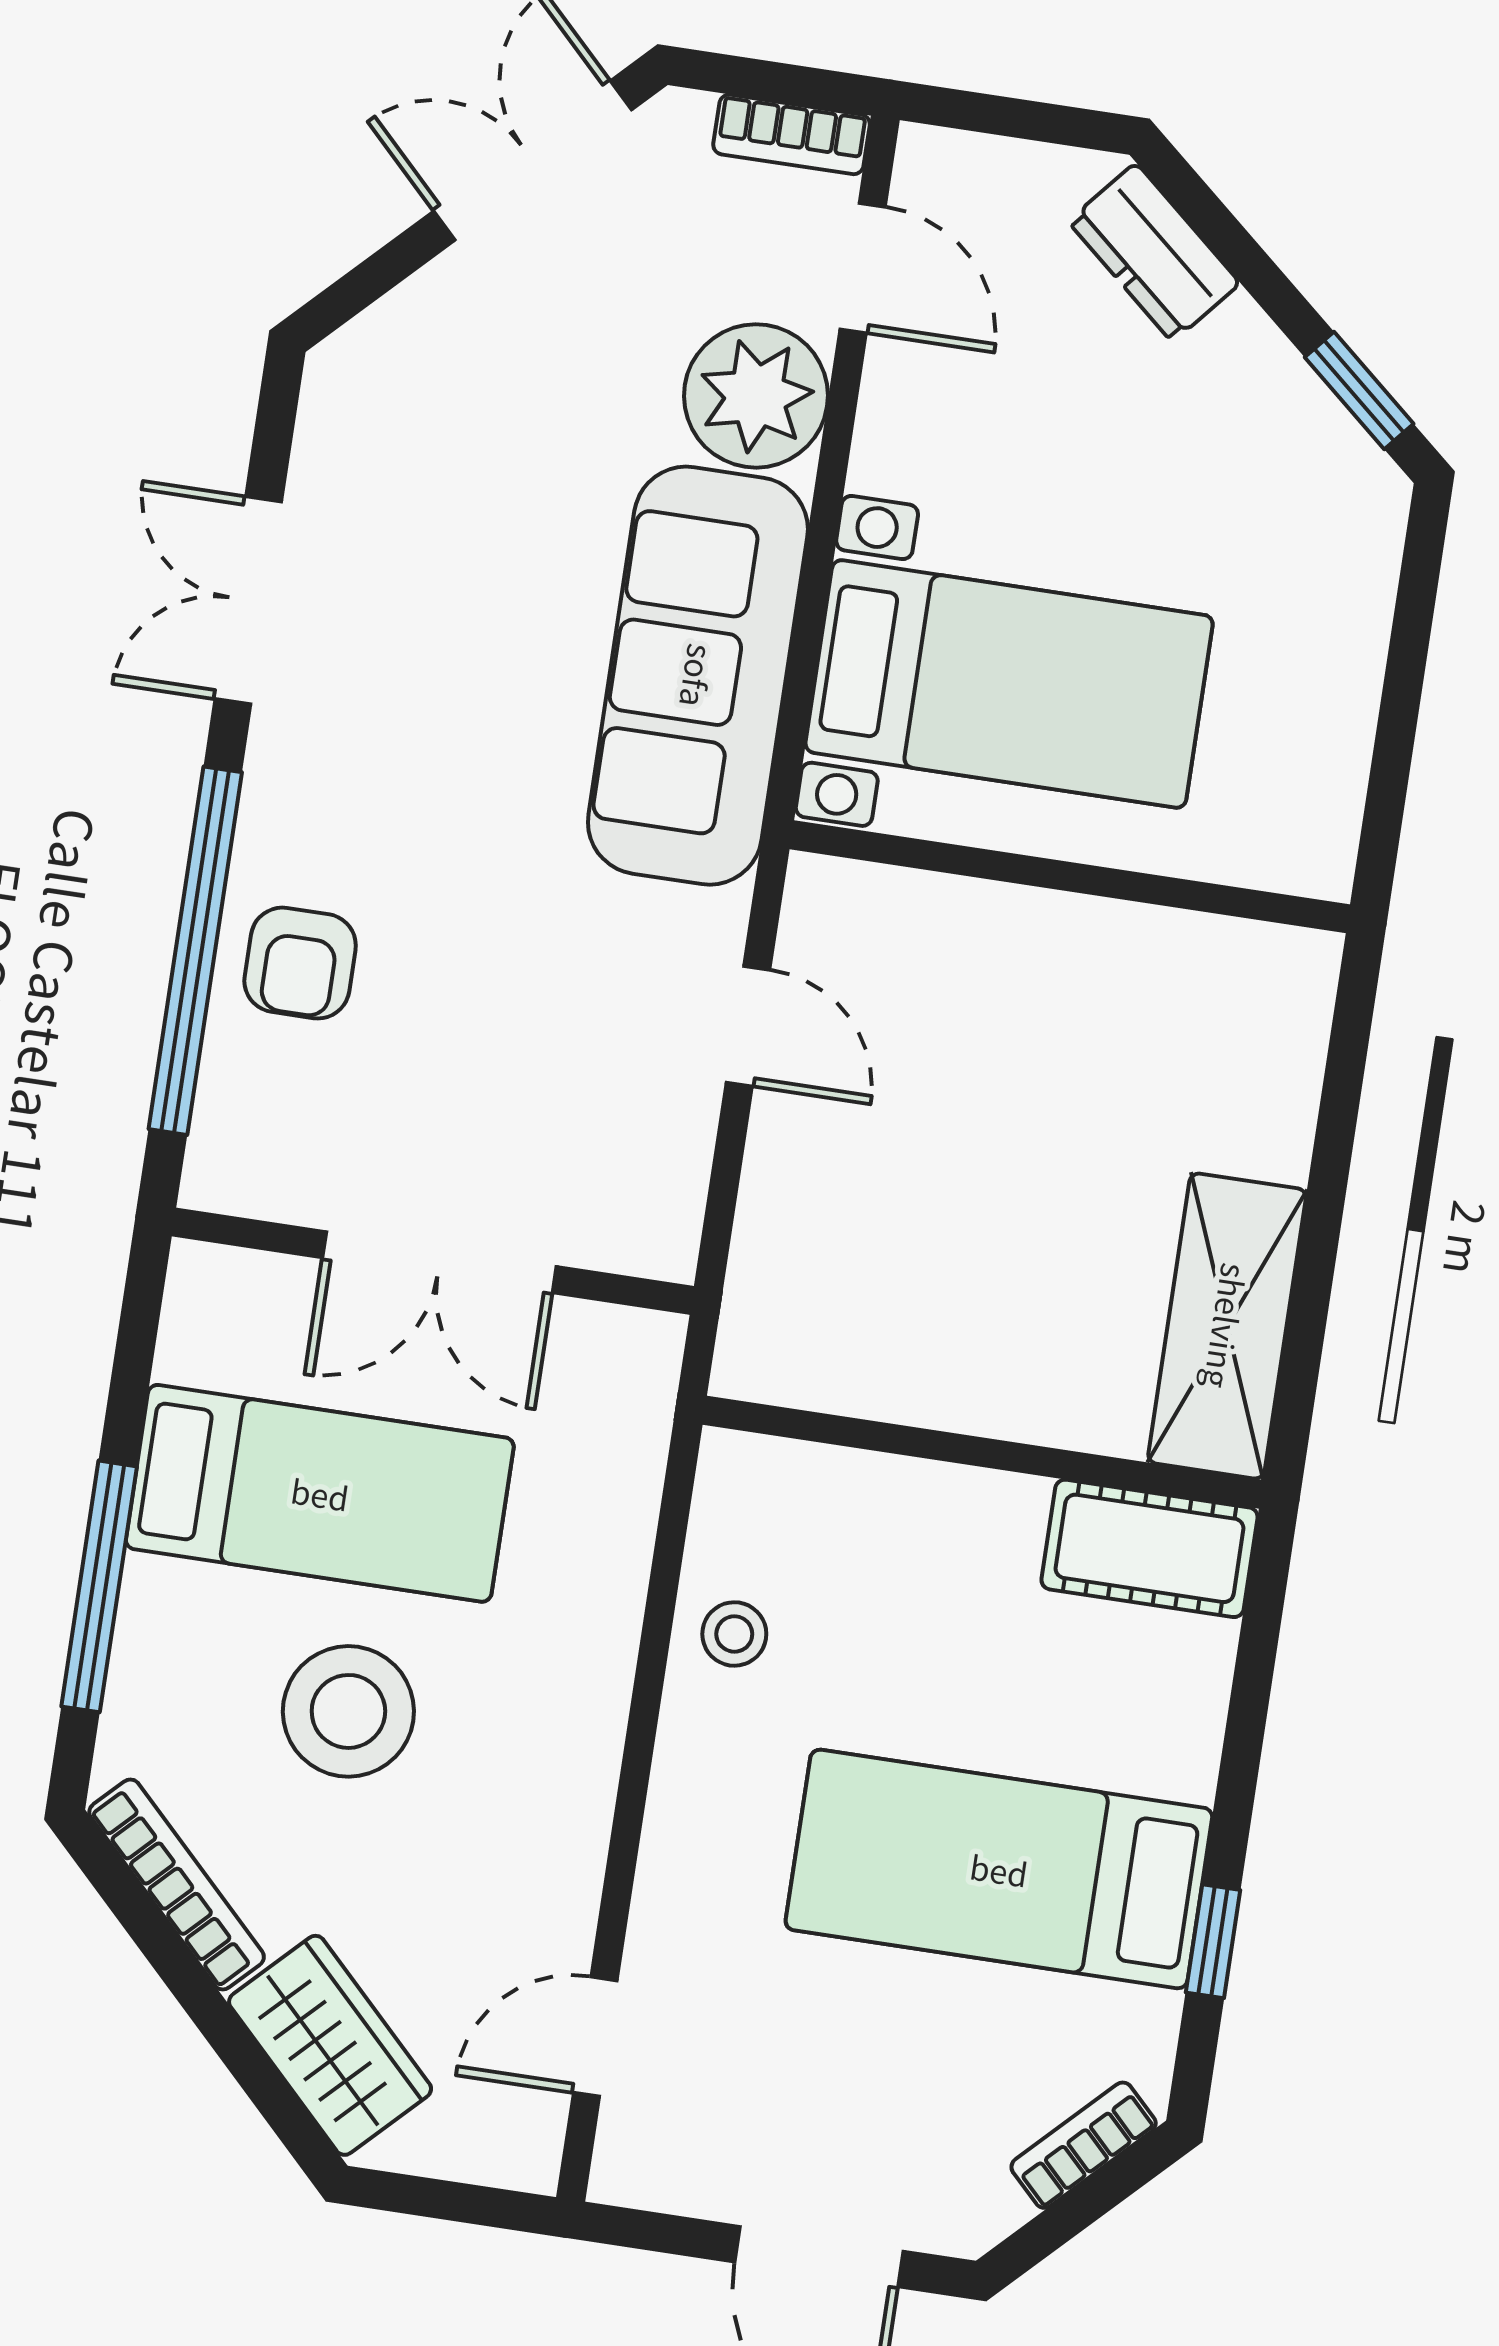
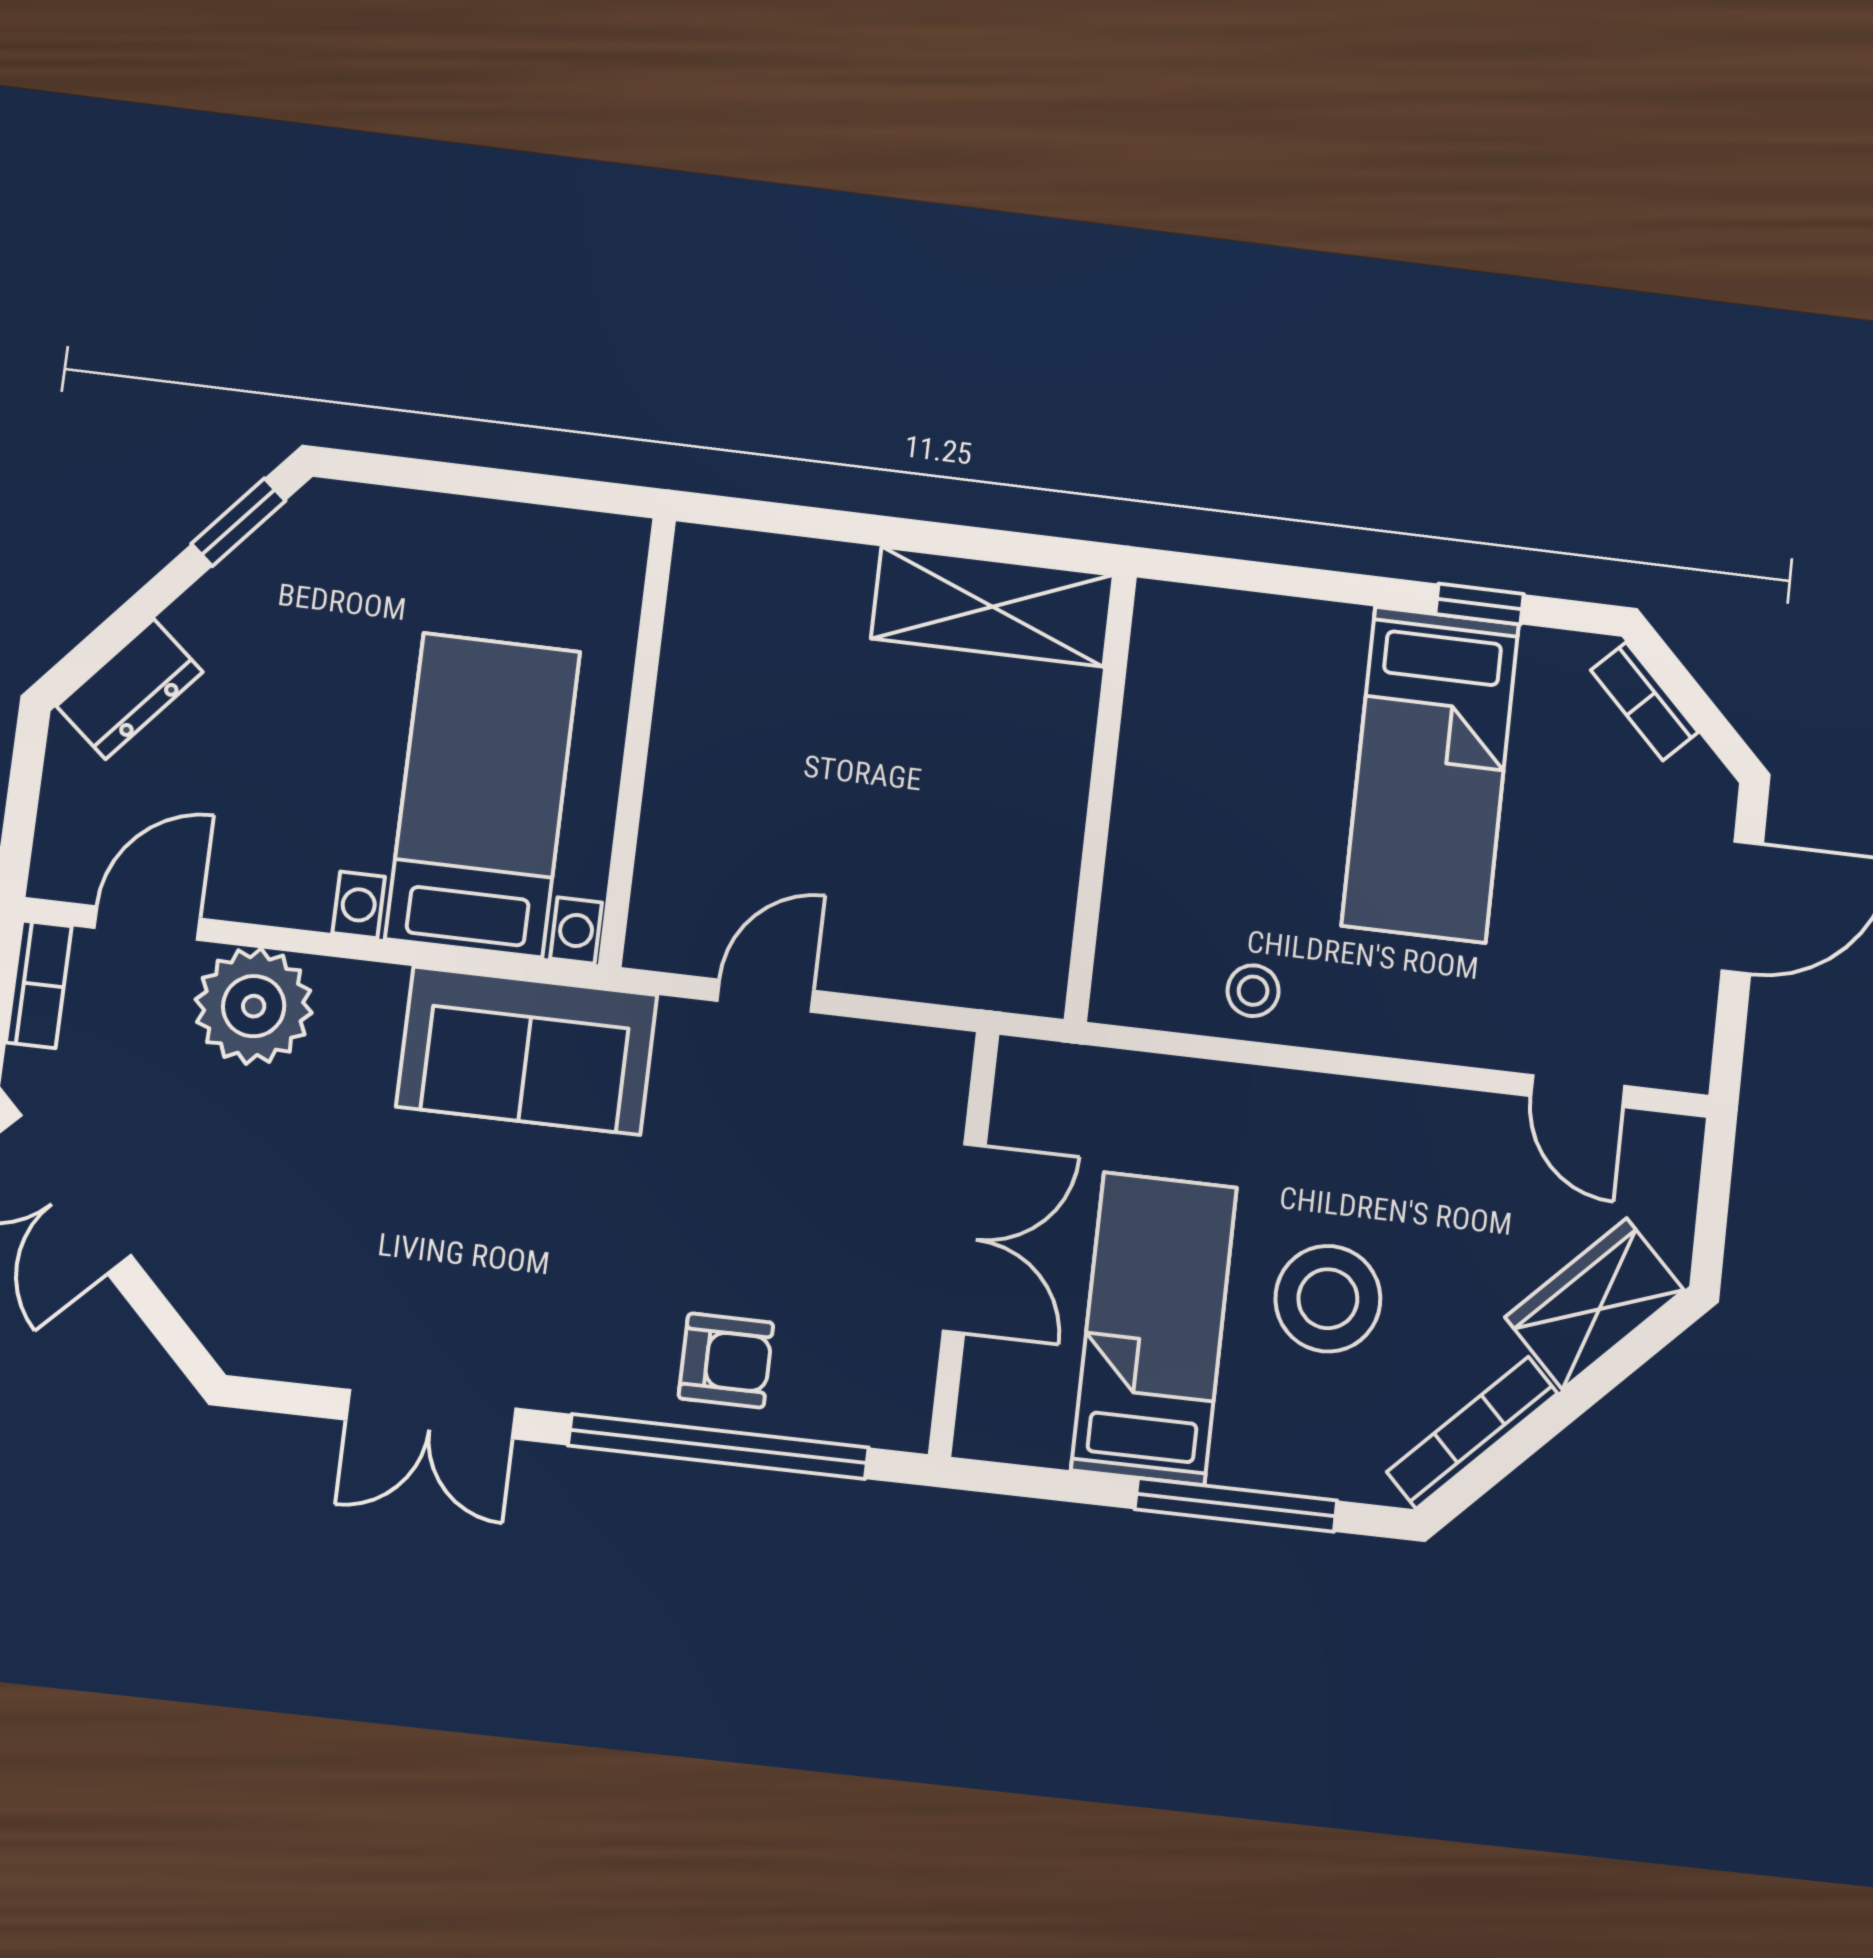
sofa: (698, 676) -> (527, 1051), width x0.73
cot: (1150, 1548) -> (1172, 663), removed

